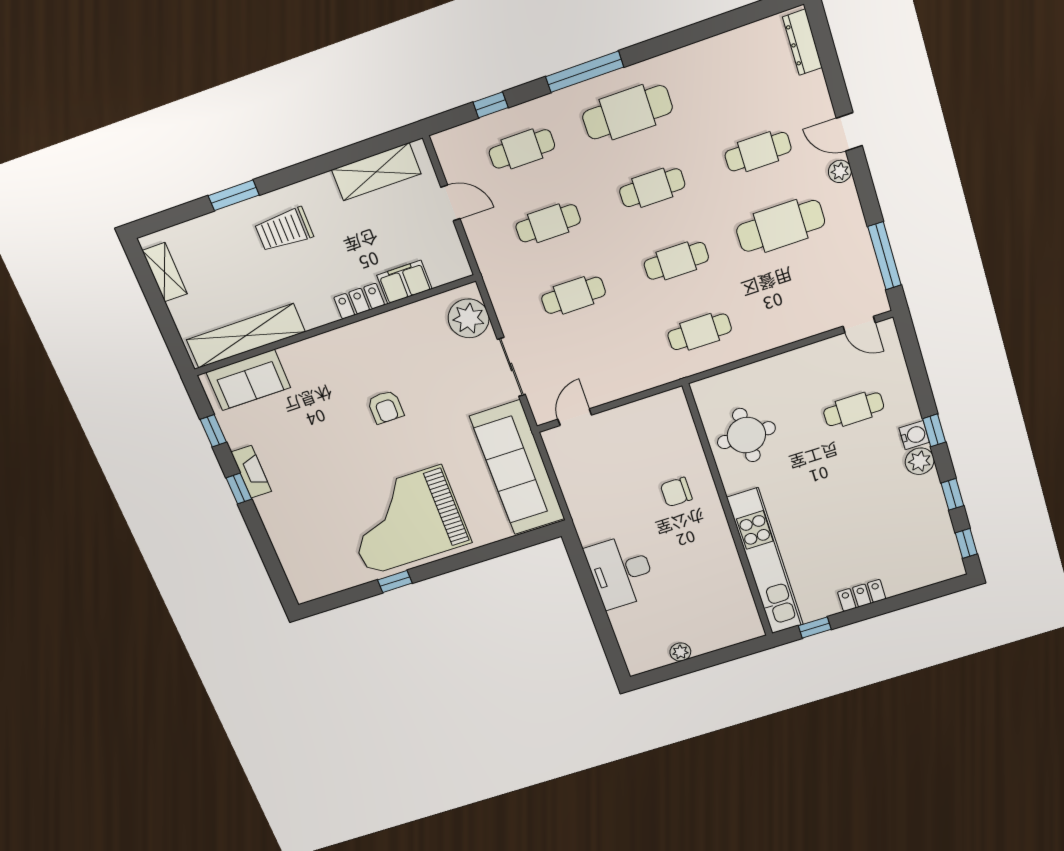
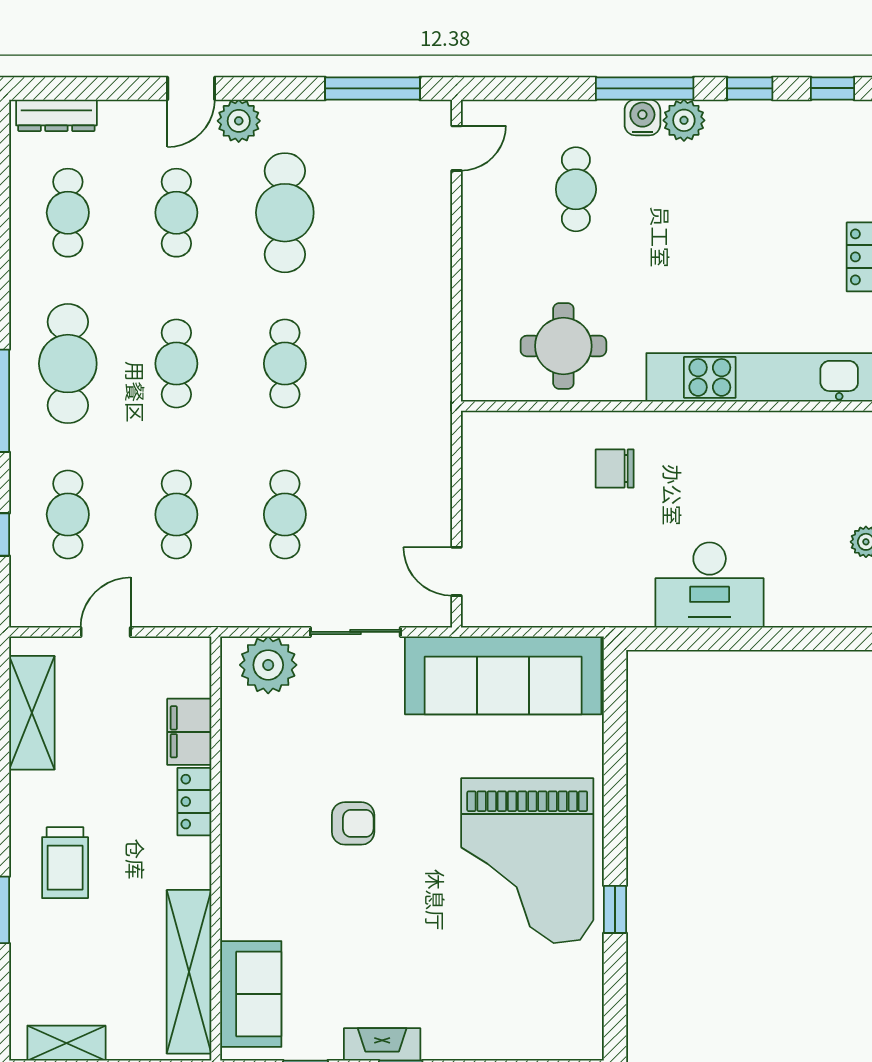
plant: (840, 171) -> (239, 121), width x1.38, depth x1.38
cafe table: (700, 332) -> (68, 213), moved
window: (934, 430) -> (645, 88), width x2.17
chair: (676, 492) -> (615, 468), turned 90

